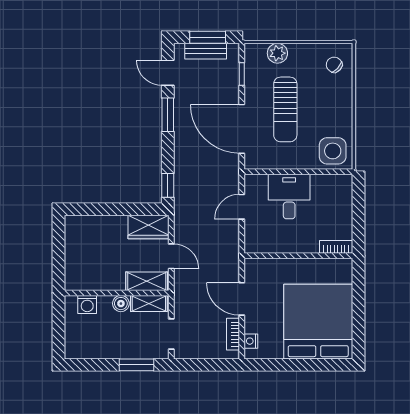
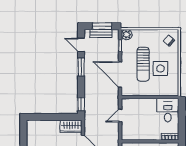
plant: (277, 53) -> (127, 35), moved
side table: (333, 151) -> (160, 69), moved
desk: (289, 197) -> (168, 110), moved

